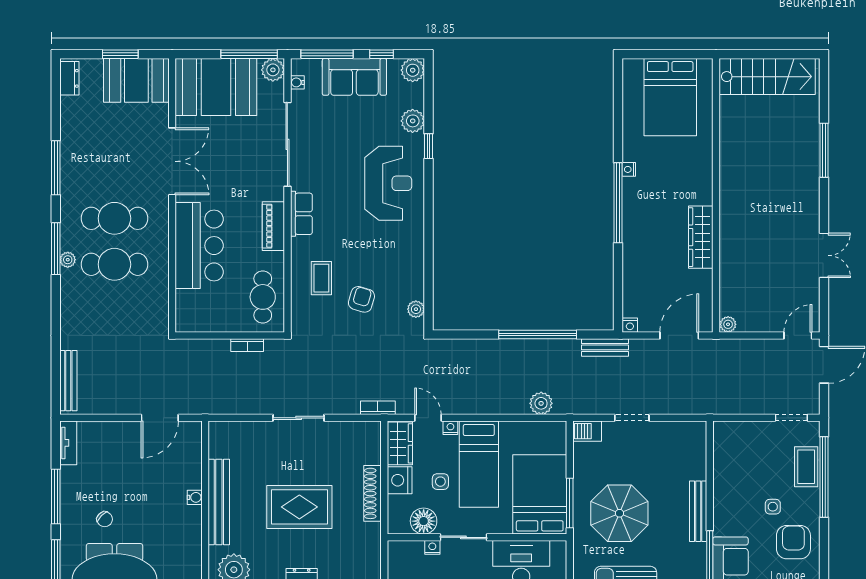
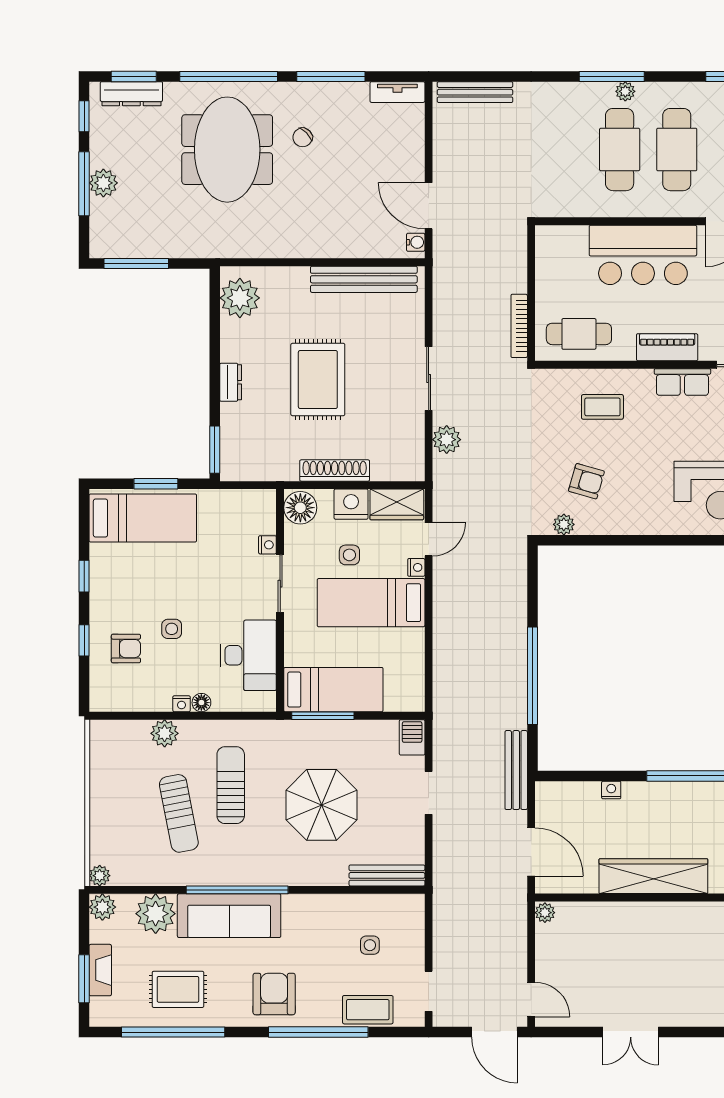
wardrobe: (701, 237) -> (653, 876), width x1.40, depth x1.17
window: (56, 249) -> (612, 76), moved
armchair: (361, 299) -> (586, 481), moved
nightstand: (630, 325) -> (611, 790), moved, turned 90
bookcase: (247, 345) -> (519, 326), width x1.56
bench: (605, 347) -> (516, 770), width x1.36
plant: (541, 403) -> (447, 440), moved
bookcase: (378, 408) -> (441, 477), removed
window: (824, 477) -> (318, 1032), moved
bed: (540, 494) -> (333, 690), width x0.67
water cooler: (195, 497) -> (416, 242), moved, turned -90
bench: (219, 502) -> (364, 279), moved
side table: (773, 507) -> (370, 945), moved
bench: (698, 511) -> (387, 875), moved
parasol: (619, 513) -> (321, 805), moved
floor lamp: (424, 521) -> (300, 508), moved
armchair: (793, 542) -> (274, 994), turned -90

